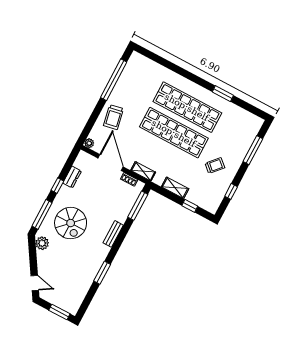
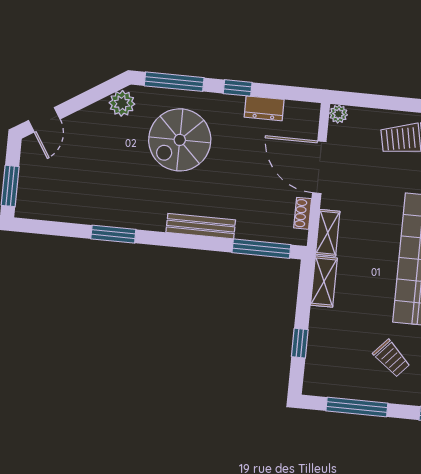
door: (111, 163) -> (319, 167), swing flipped
shelving: (175, 188) -> (324, 282), moved
window: (231, 191) -> (357, 407), width x2.17
bench: (113, 234) -> (201, 226), width x1.36

